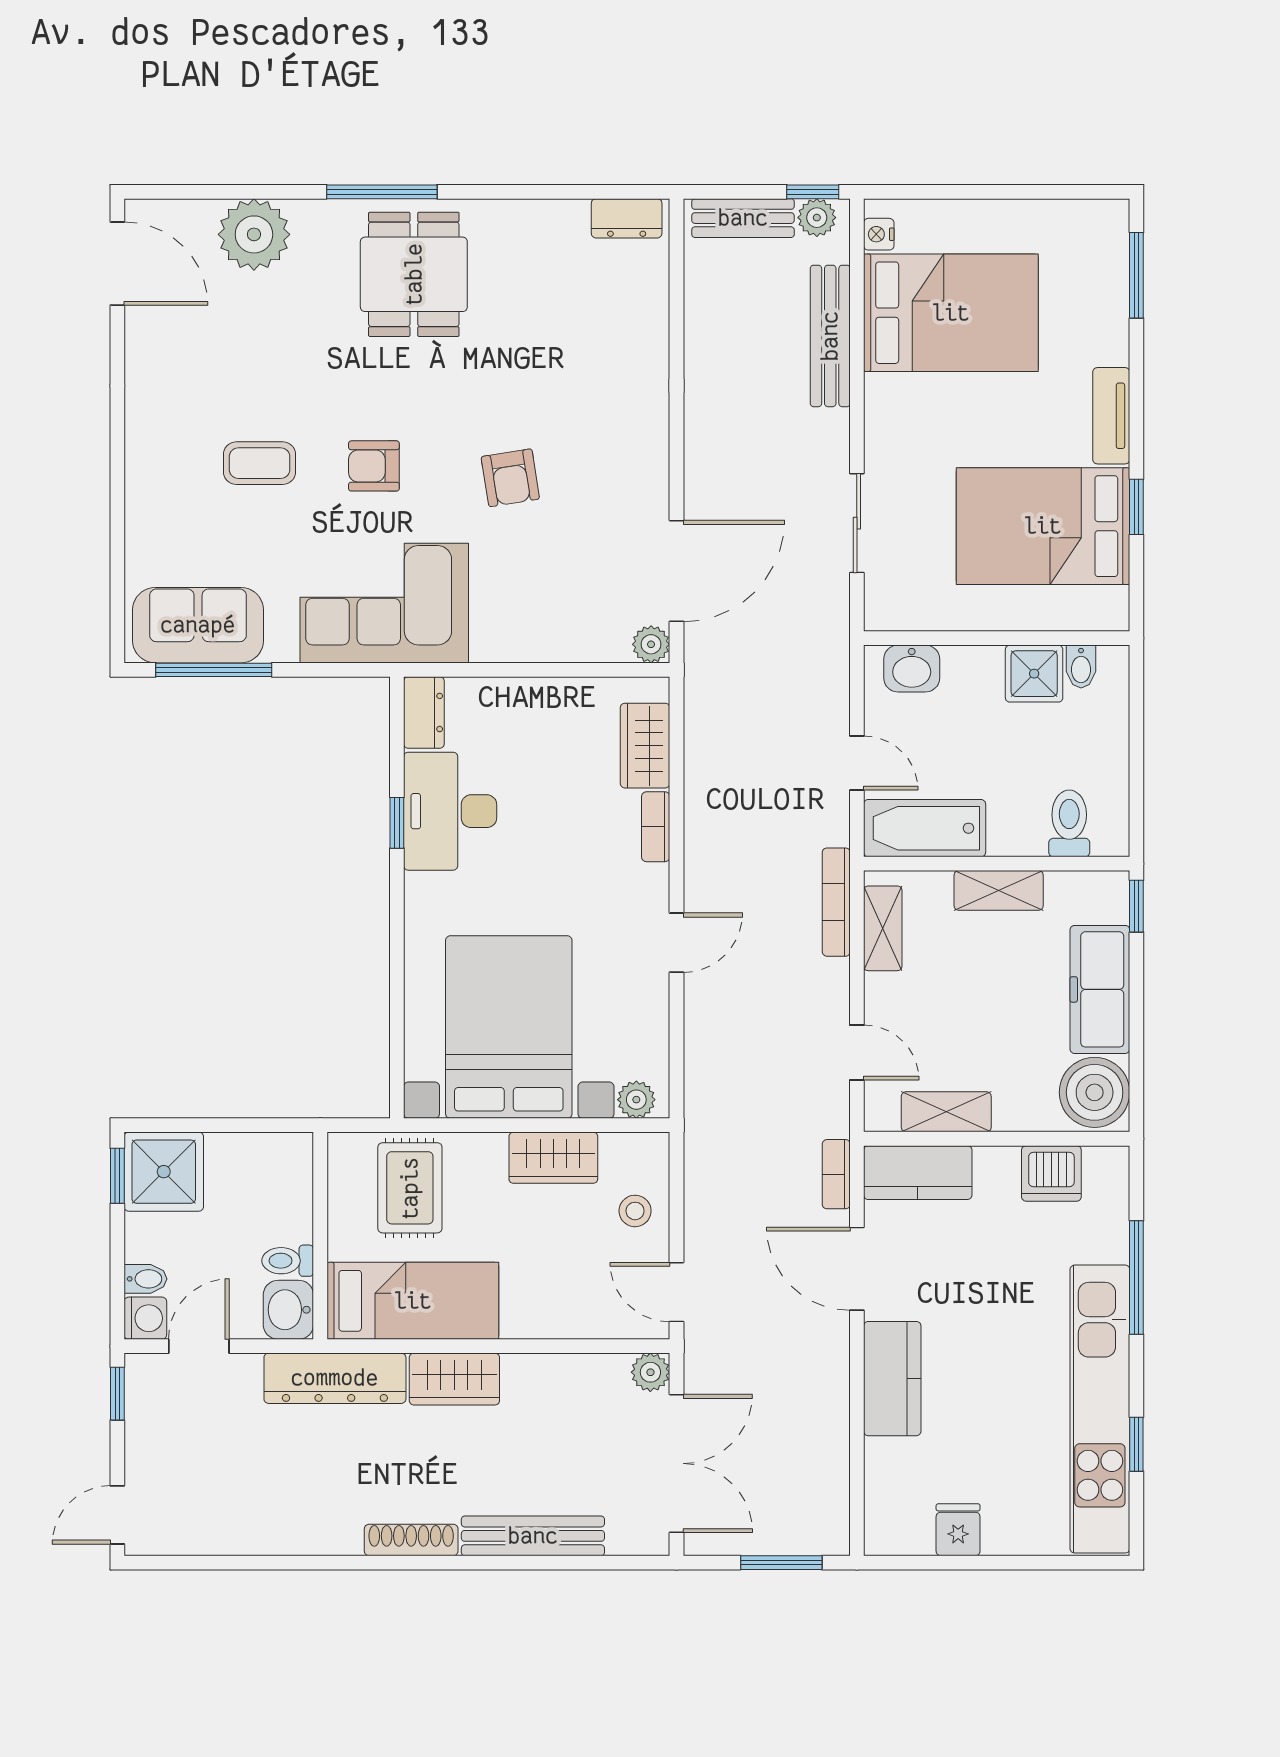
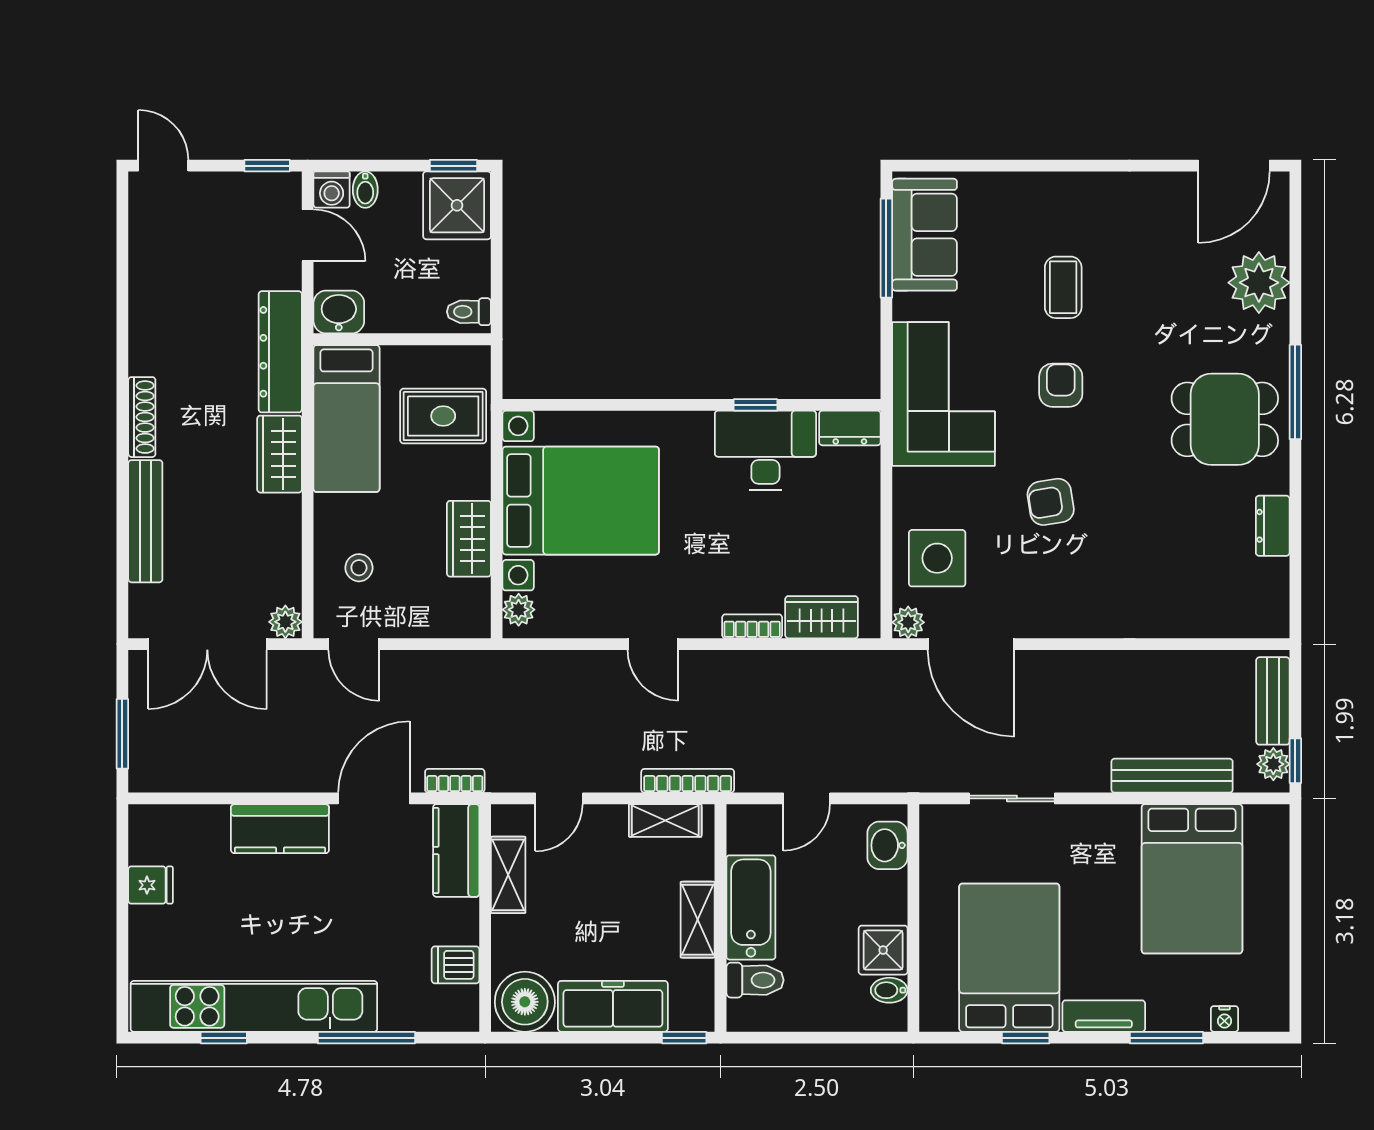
dresser: (627, 218) -> (1273, 526), moved
nightstand: (879, 234) -> (1225, 1019), moved, turned 180
window: (1136, 275) -> (1166, 1038), moved
side table: (576, 610) -> (937, 558), added
bathtub: (925, 828) -> (751, 907), moved
dishwasher: (1051, 1173) -> (455, 965), width x0.73
stool: (635, 1211) -> (359, 568), moved
toilet: (288, 1261) -> (469, 312), moved, turned -90
door: (676, 1292) -> (354, 644), swing flipped

